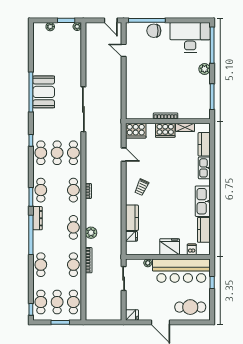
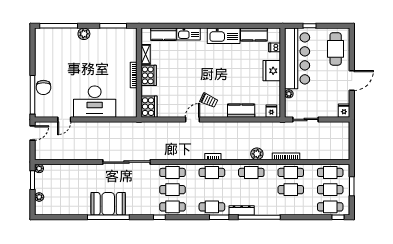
desk: (190, 37) -> (95, 102), moved, turned -90
door: (124, 155) -> (192, 119), moved
fridge: (131, 236) -> (271, 111), moved
cafe table: (41, 265) -> (291, 190), moved

